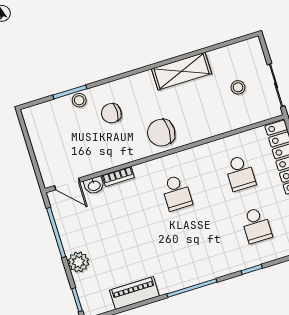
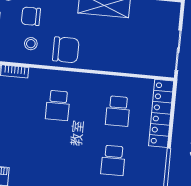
stool: (238, 87) -> (31, 44), moved
chair: (161, 133) -> (66, 50), turned 180

